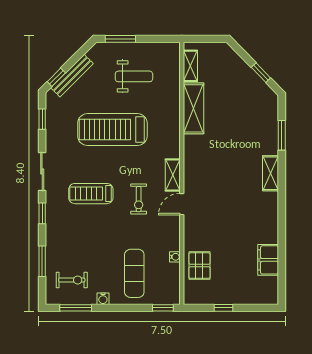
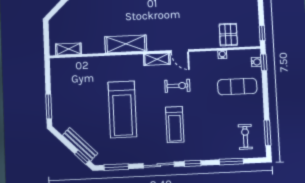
weight bench: (134, 76) -> (79, 94), removed
shelving: (193, 108) -> (126, 44), moved
window: (42, 119) -> (116, 167), width x1.50
pallet: (199, 266) -> (228, 35), turned 90
water cooler: (103, 299) -> (256, 62), moved
window: (224, 308) -> (262, 33), moved

